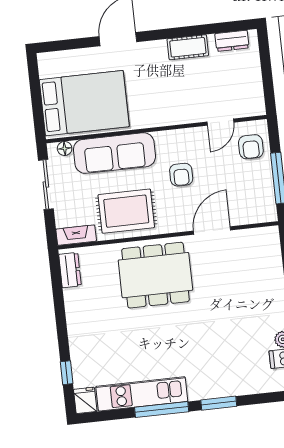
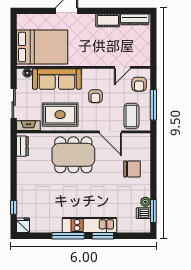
dresser: (232, 41) -> (135, 19), width x1.44
sliding door: (46, 184) -> (14, 103), moved
coffee table: (244, 200) -> (131, 116), added
door: (212, 230) -> (110, 132), swing flipped
chair: (255, 288) -> (132, 169), added
kitchen unit: (142, 394) -> (90, 225), moved

